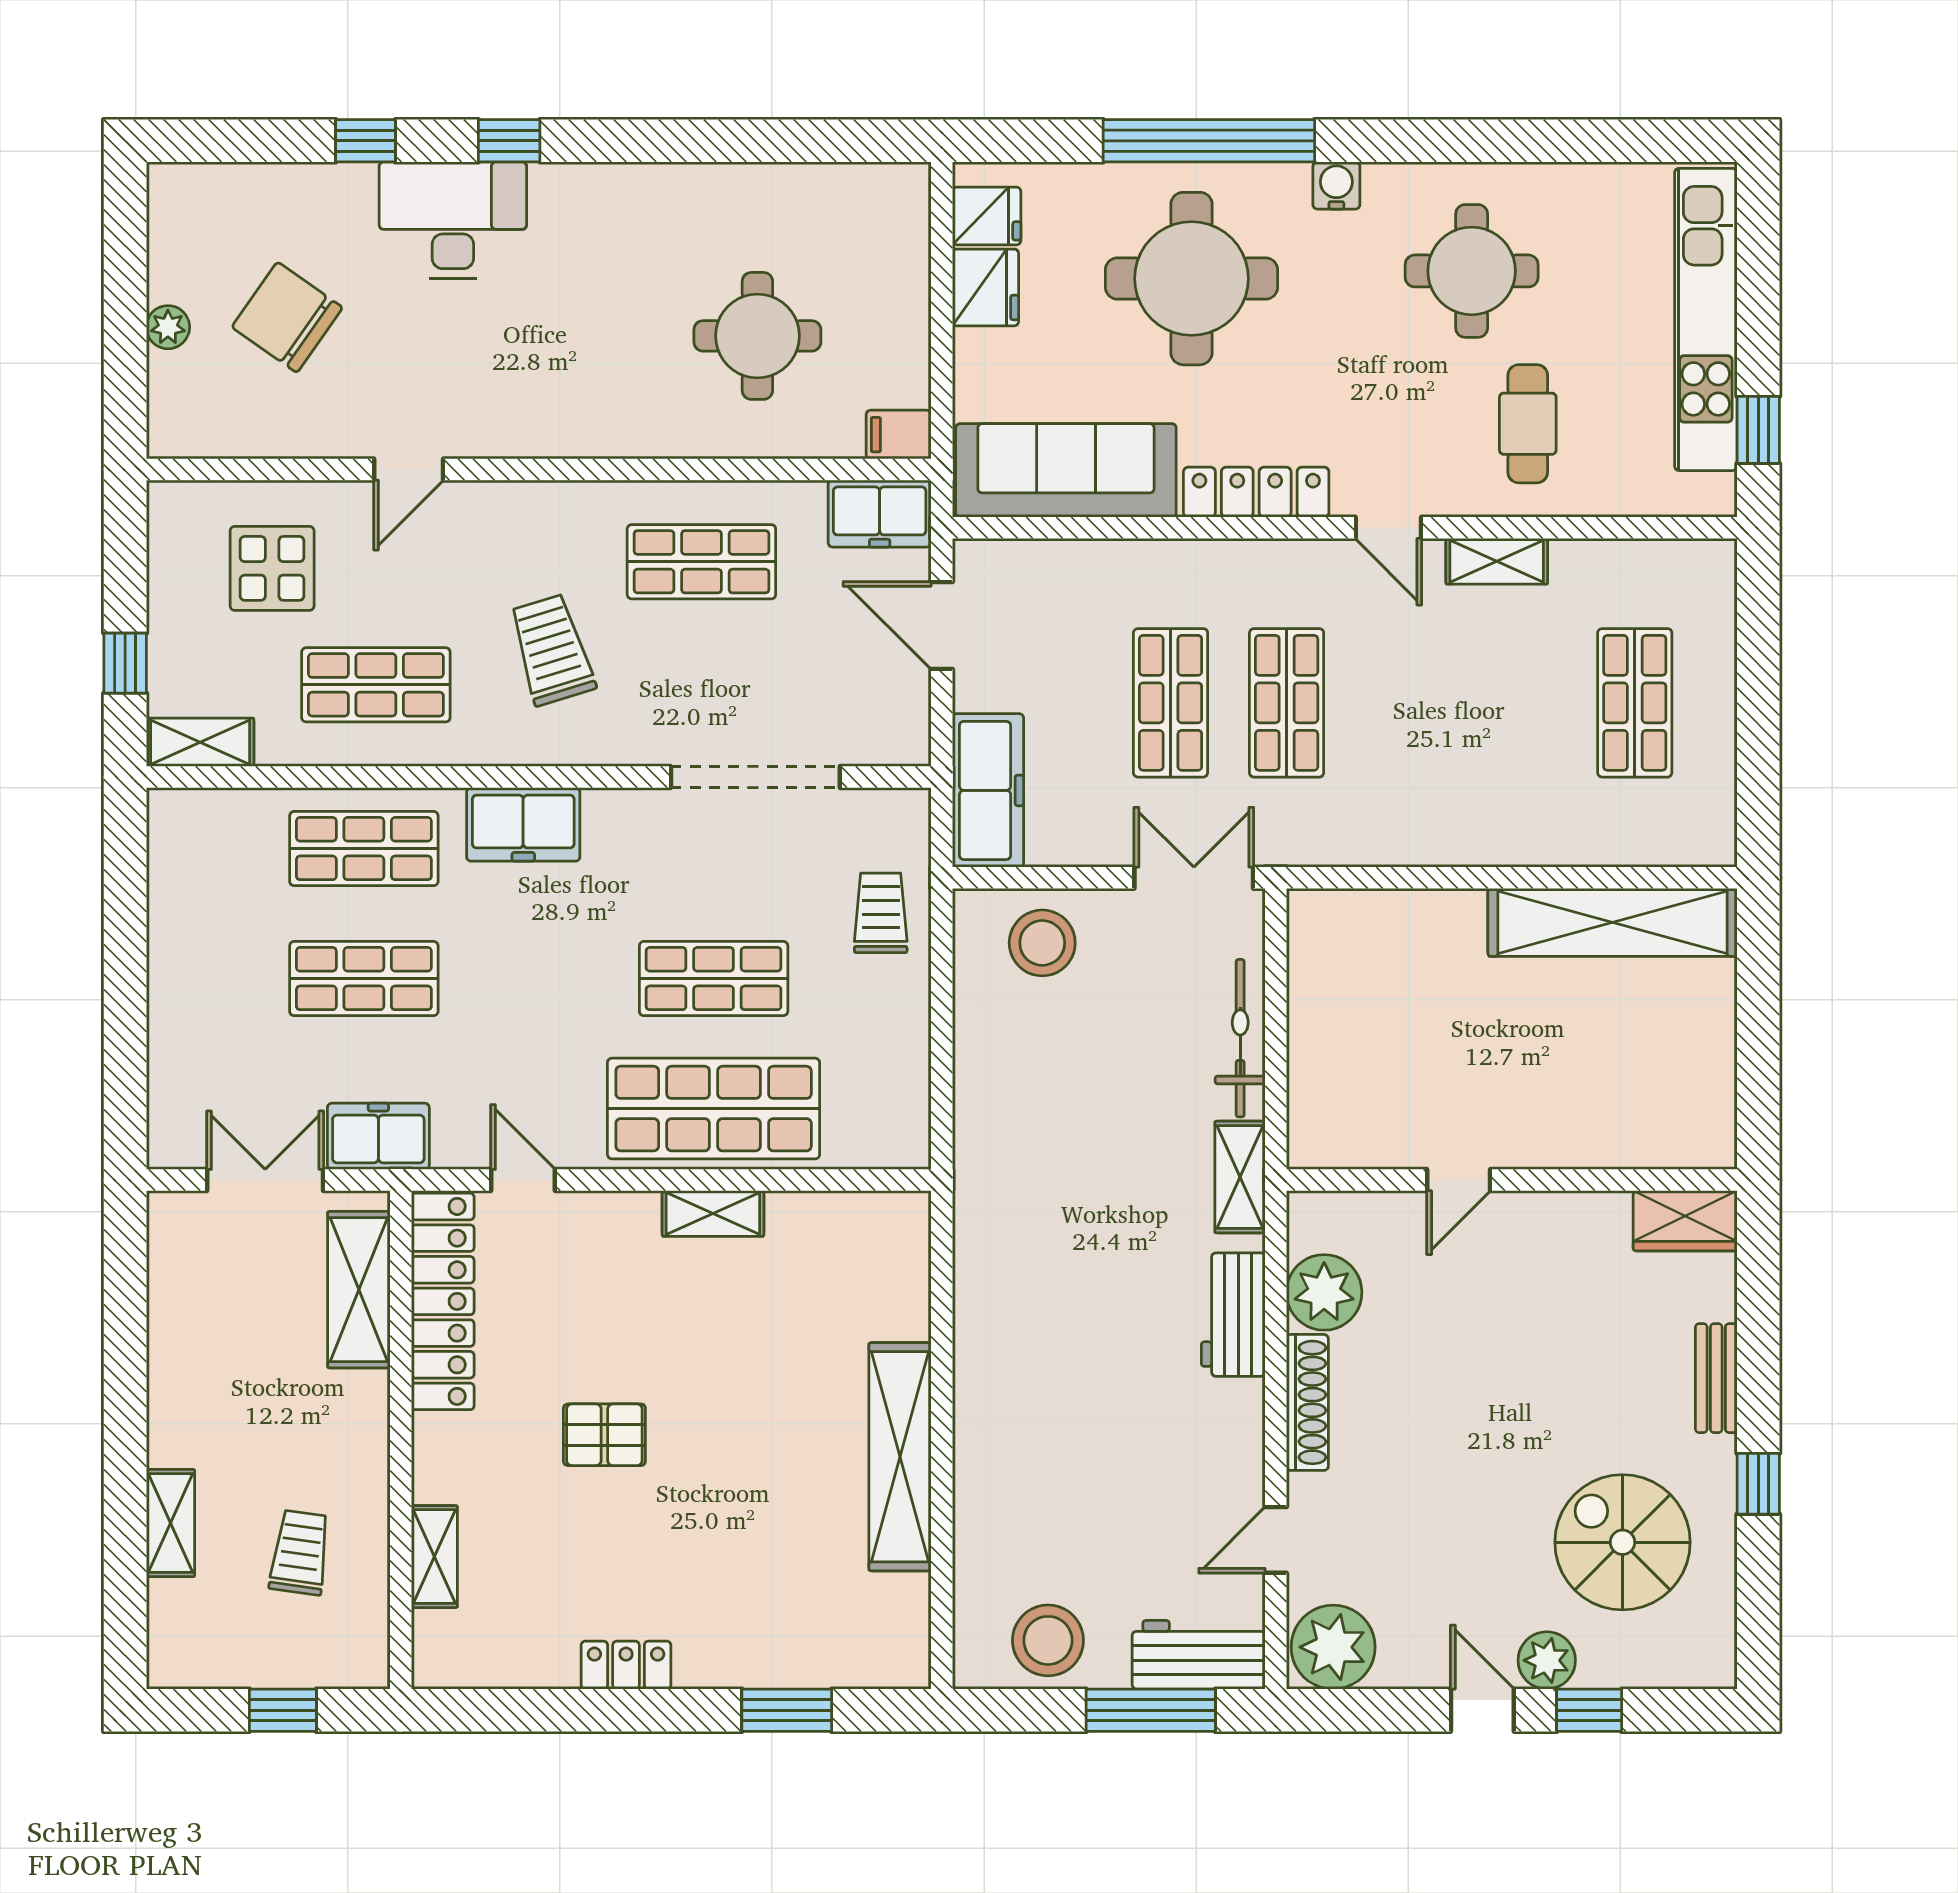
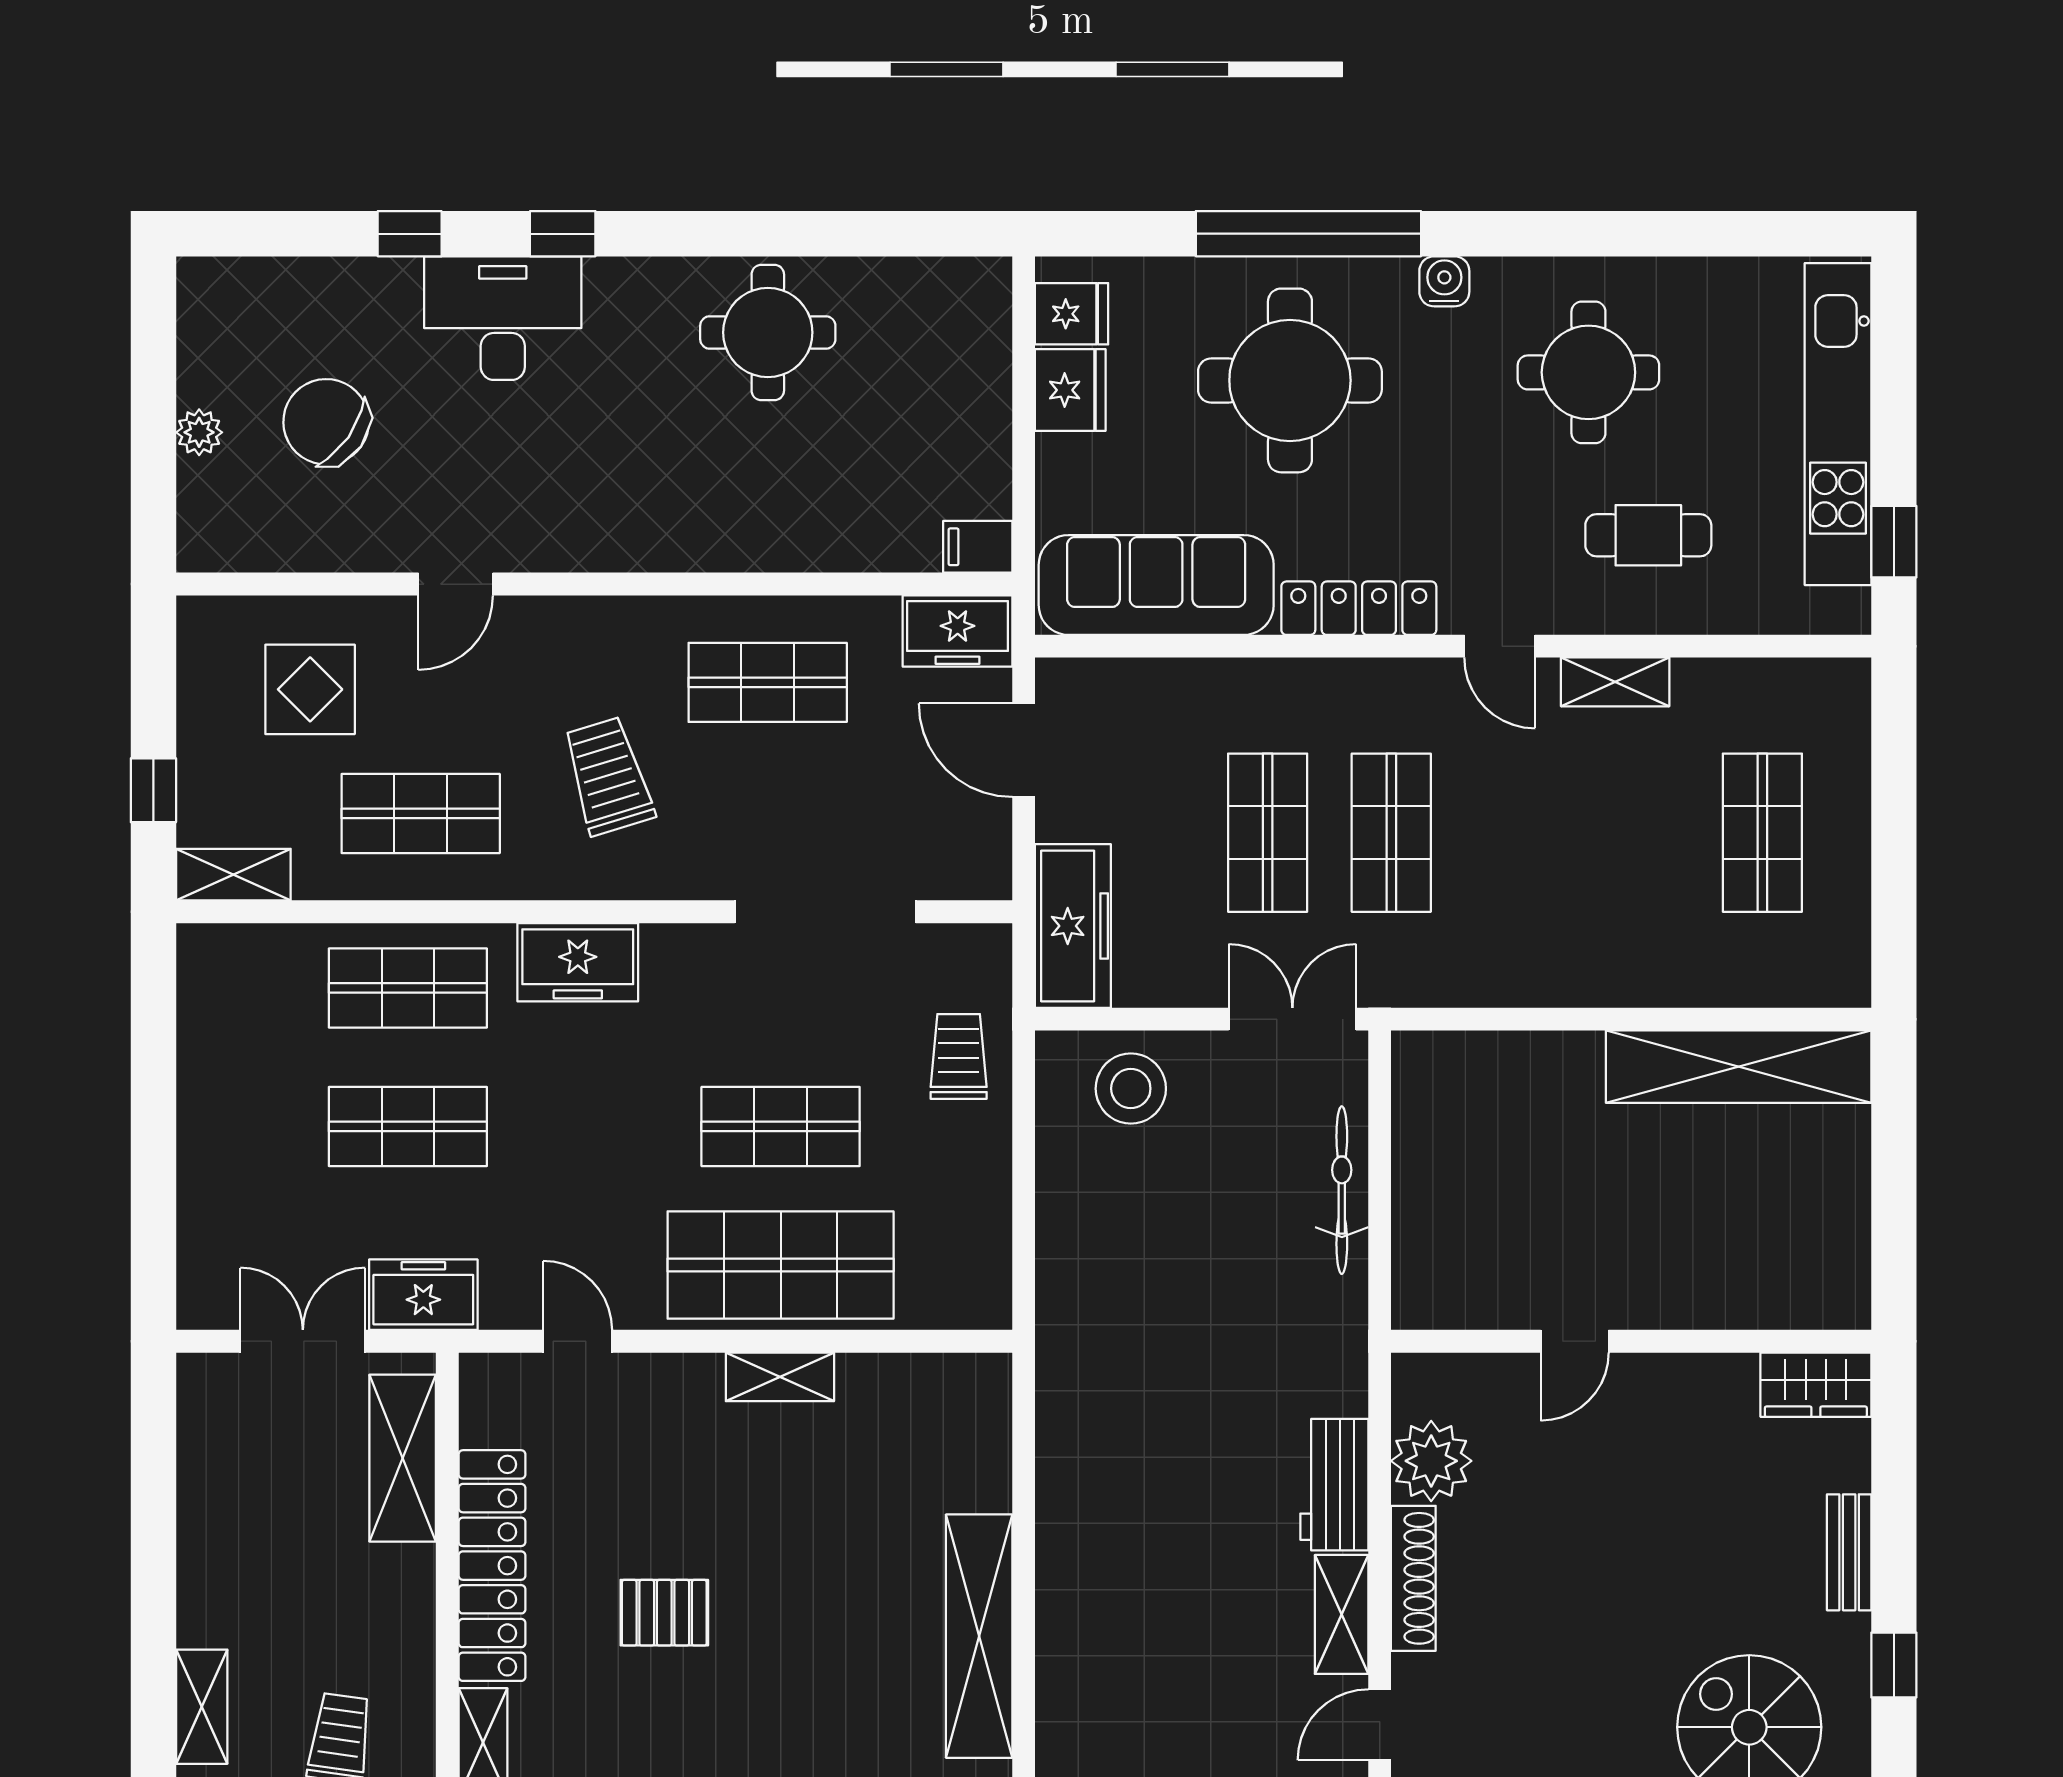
round table: (757, 336) -> (768, 332), moved
cafe table: (1528, 424) -> (1648, 535), turned 90
shelving: (1240, 1177) -> (1342, 1614), moved
locker: (443, 1301) -> (492, 1566), moved

